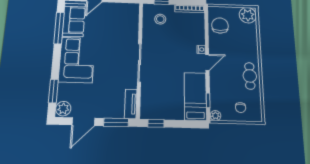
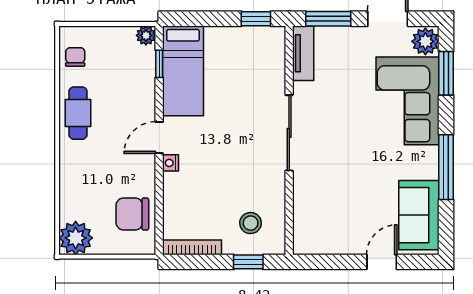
chair: (220, 25) -> (132, 214), turned 90
window: (59, 28) -> (446, 167), moved
corner sofa: (77, 60) -> (408, 101), moved
chair: (241, 108) -> (75, 57), moved

